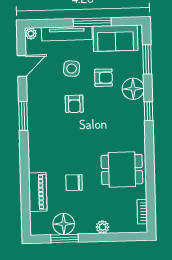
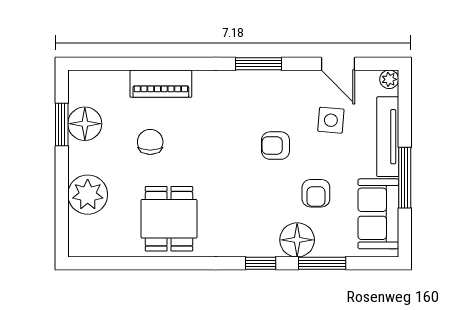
window: (147, 59) -> (322, 263), moved
side table: (72, 69) -> (331, 120), moved
piano: (38, 192) -> (161, 84), moved
bookcase: (142, 212) -> (101, 249), removed
plant: (102, 227) -> (88, 195), width x1.88, depth x1.88

